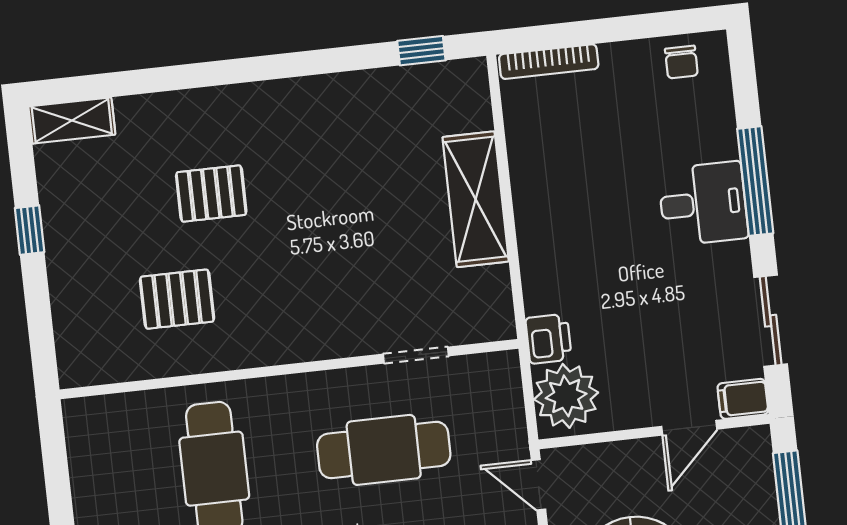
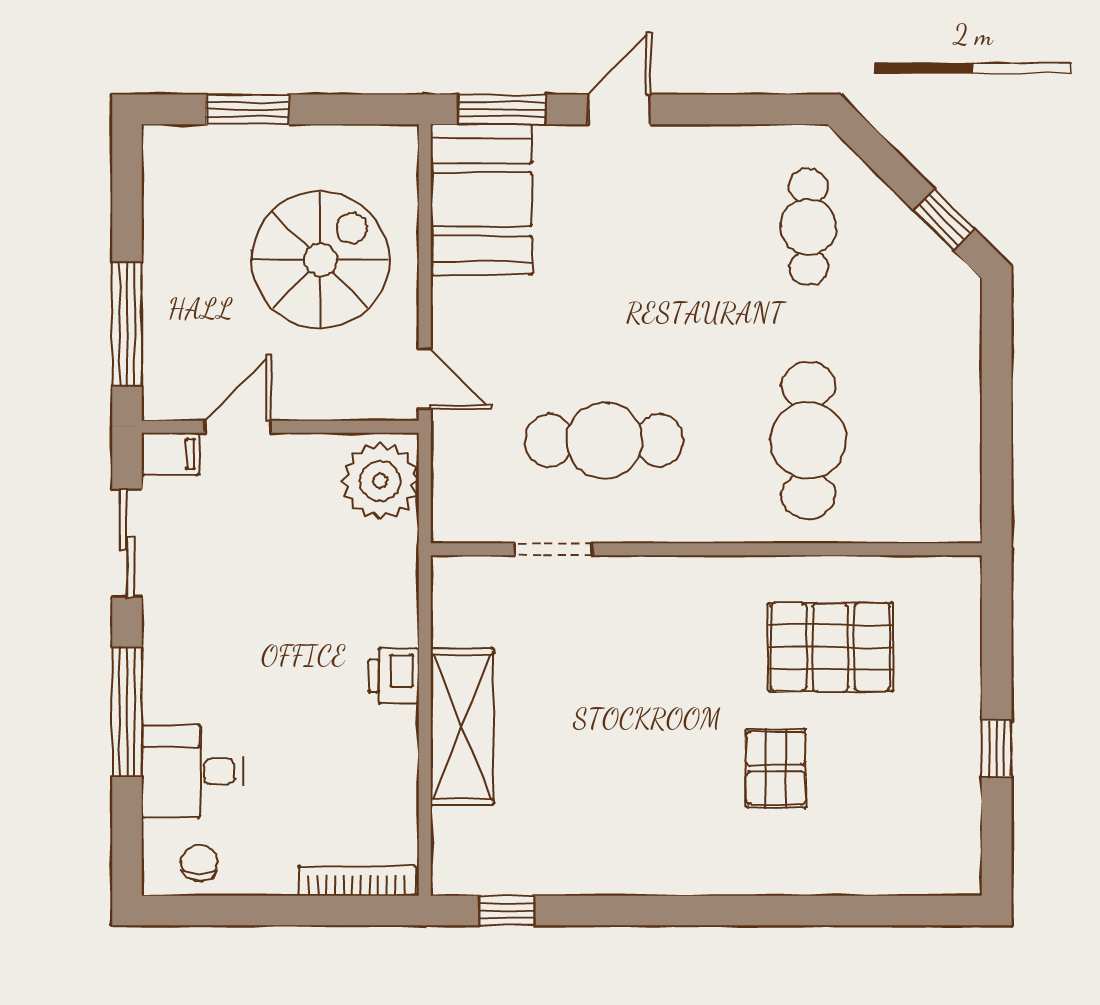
shelving: (72, 121) -> (932, 873), removed
pallet: (211, 194) -> (776, 768), turned 90
desk: (703, 204) -> (192, 771), moved
pallet: (177, 299) -> (830, 647), width x1.50, depth x1.42
printer: (548, 339) -> (394, 676), moved

